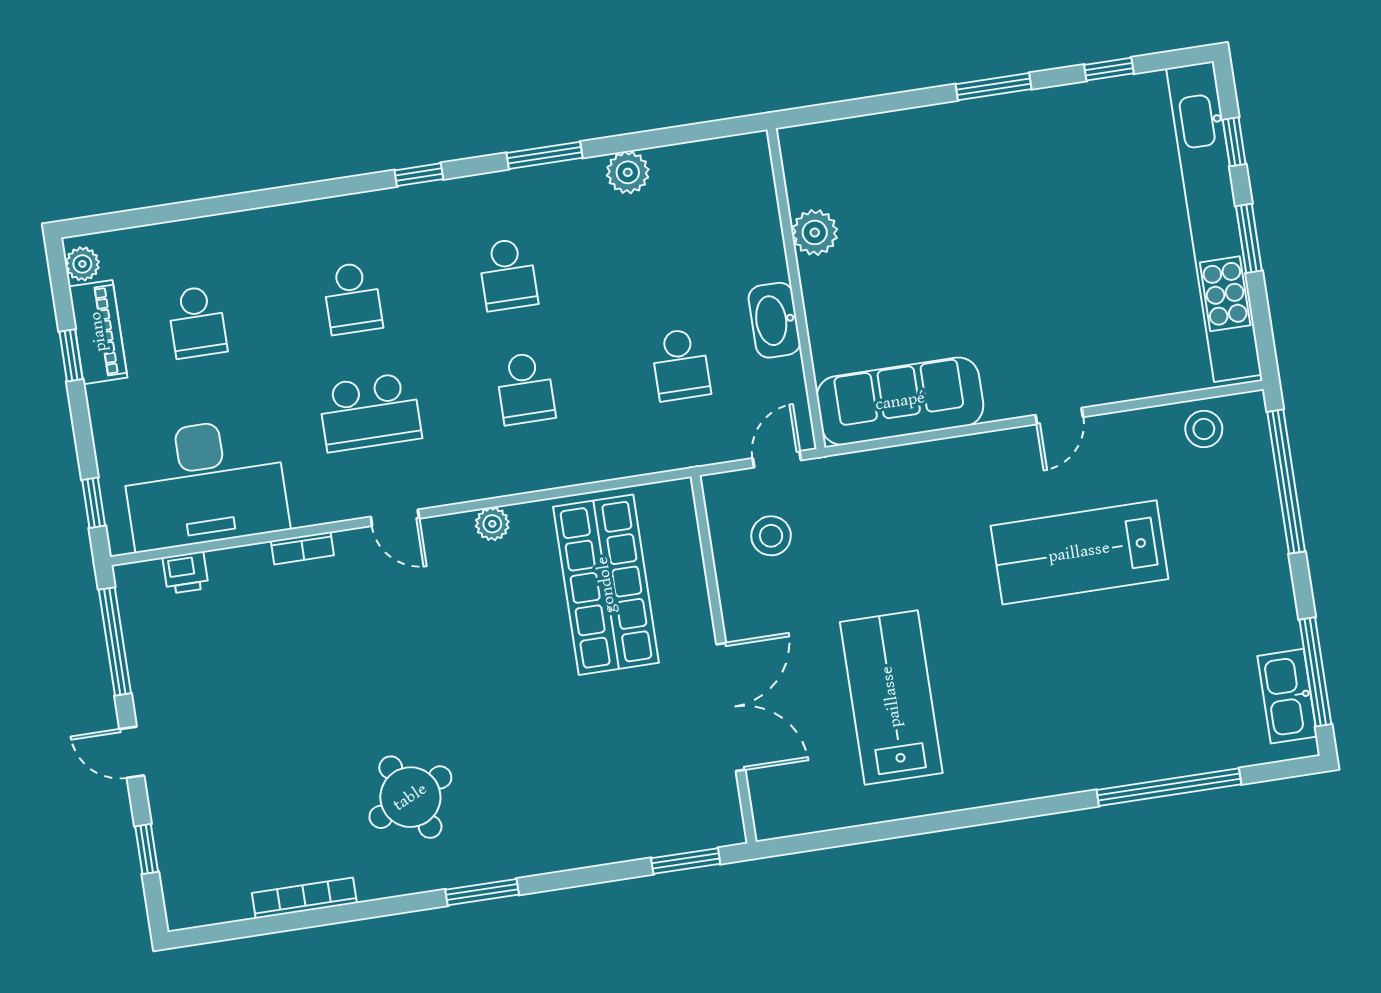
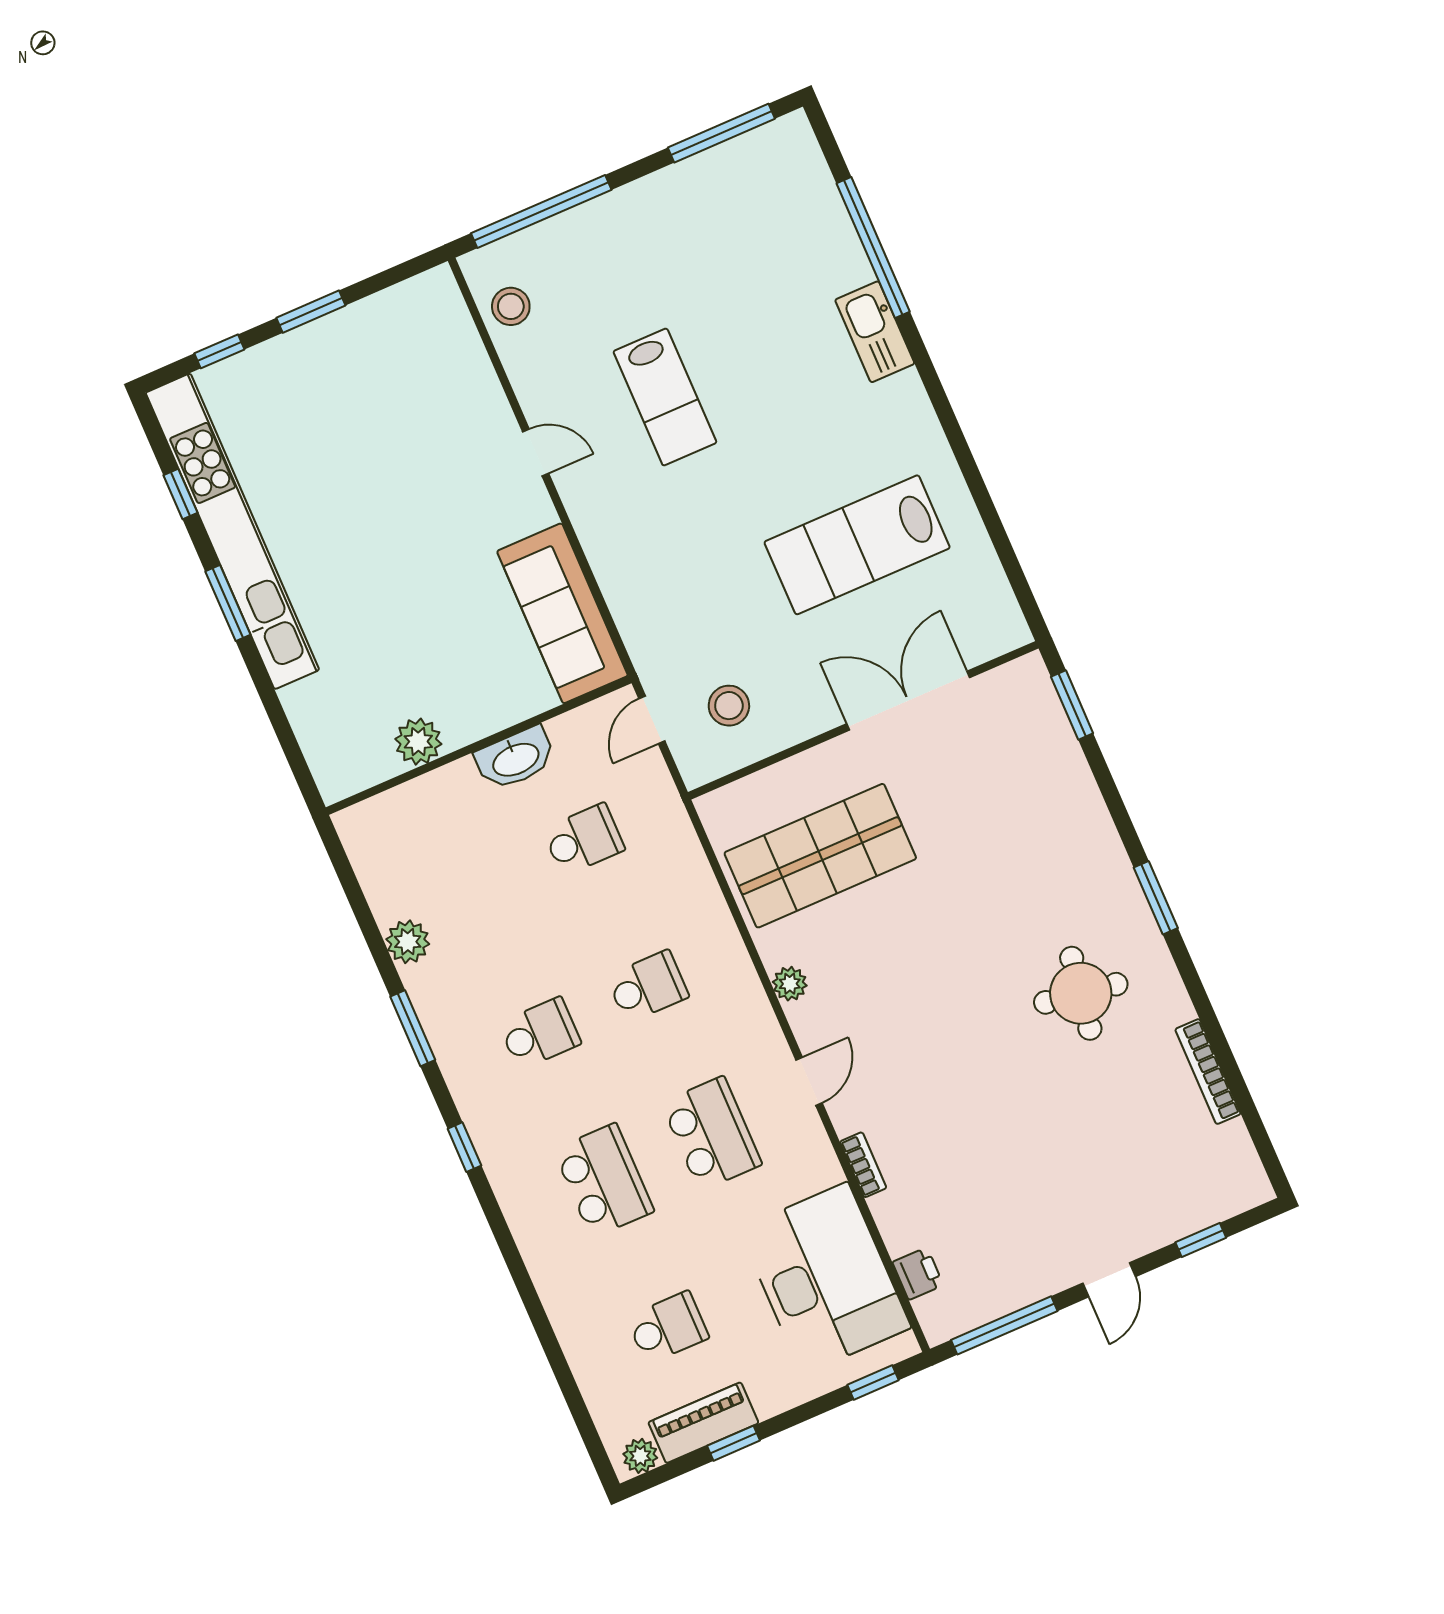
kitchen unit: (1214, 222) -> (232, 531), moved, turned -90
school desk: (352, 298) -> (604, 1180), width x1.85
door: (777, 459) -> (652, 720), hinge flipped
lab bench: (1079, 552) -> (665, 397), width x0.73, depth x0.72
kitchen sink: (1287, 696) -> (875, 332), moved, turned 90
round table: (410, 797) -> (1081, 993), turned 34

